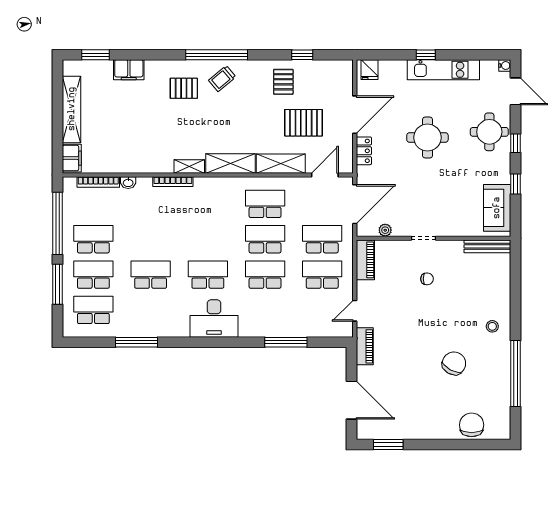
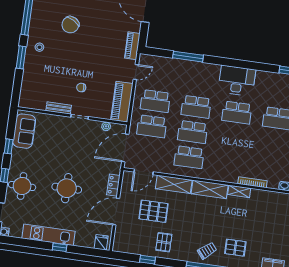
bench: (487, 246) -> (59, 108), moved, width x0.73
piano: (365, 260) -> (122, 102), width x1.37, depth x1.33
window: (516, 309) -> (21, 57), added

